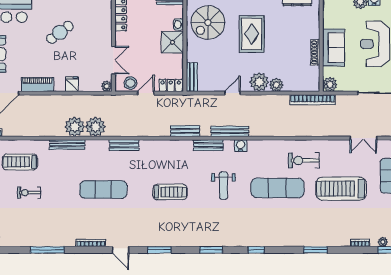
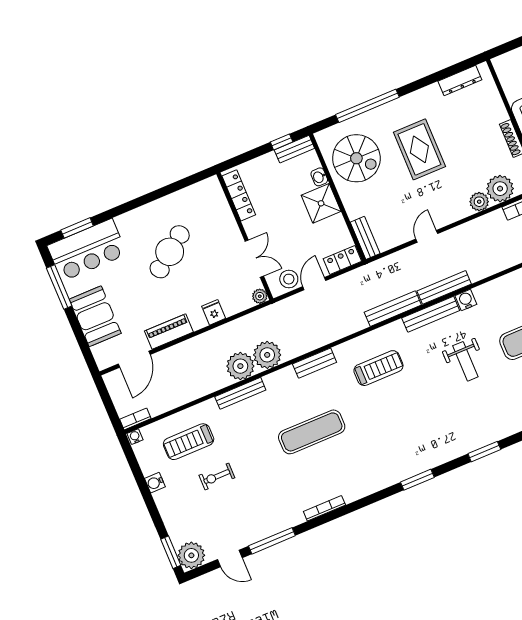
spiral stairs: (208, 23) -> (356, 158), turned -90
cafe table: (60, 32) -> (170, 252), width x1.37, depth x1.35
plant: (259, 82) -> (500, 189), moved
bench: (185, 131) -> (393, 309), width x1.36
bench: (208, 145) -> (431, 314), width x1.36
treadmill: (170, 192) -> (378, 368), moved
door: (121, 250) -> (230, 559), moved

